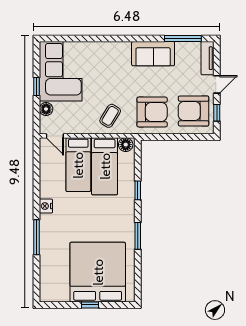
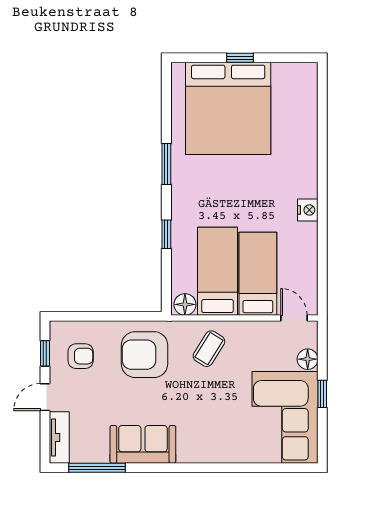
armchair: (194, 111) -> (81, 356), width x0.53, depth x0.53
window: (36, 237) -> (322, 162), removed

